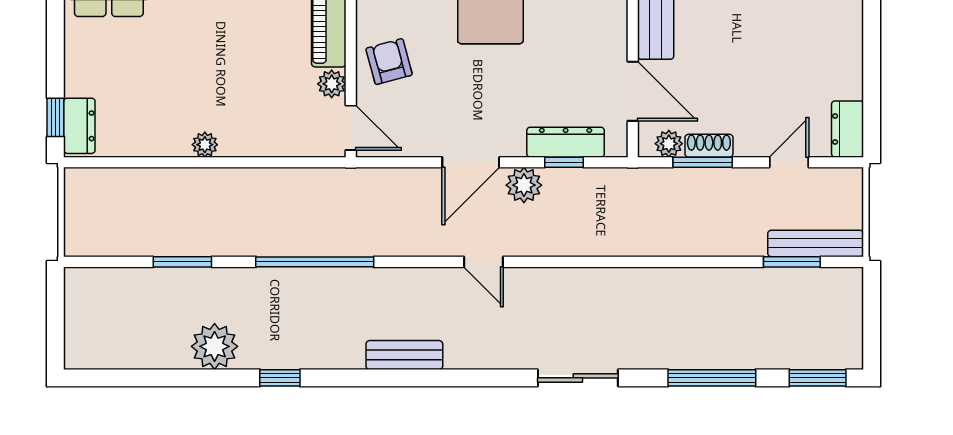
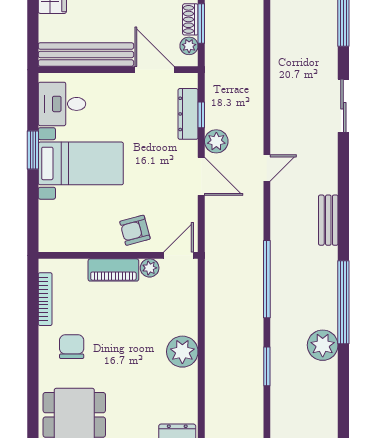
door: (633, 91) -> (154, 70), hinge flipped
plant: (205, 145) -> (182, 352), width x1.88, depth x1.88
window: (280, 378) -> (343, 302), width x3.17

